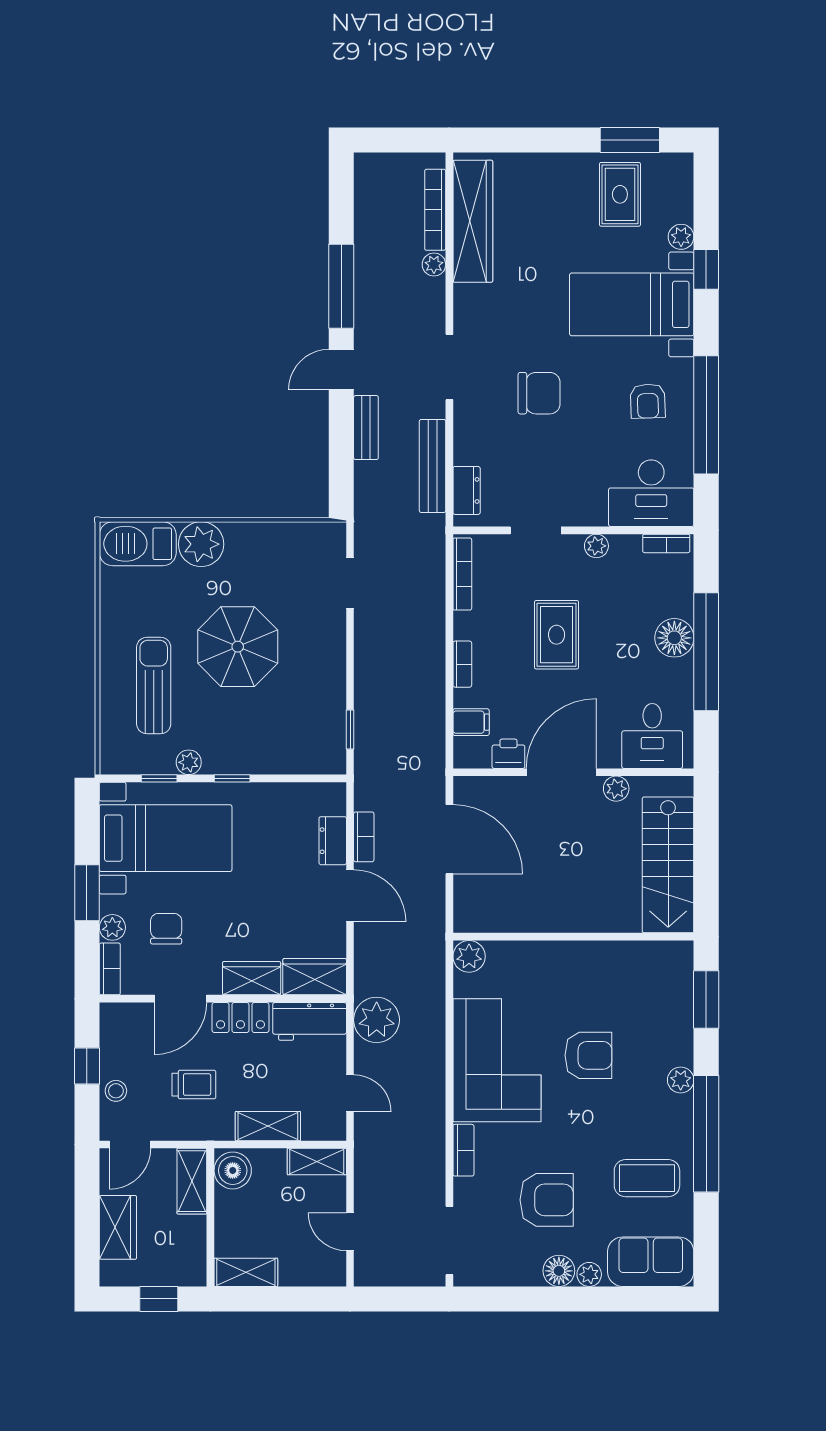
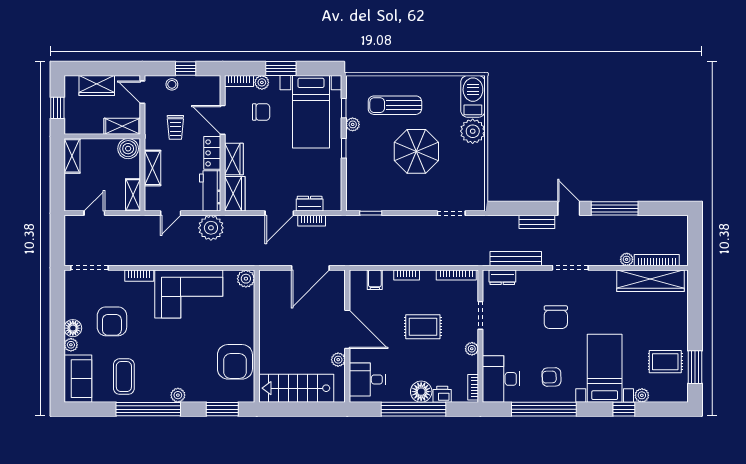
sun lounger: (154, 686) -> (395, 105), turned 180
printer: (508, 754) -> (442, 394), moved, turned -90
armchair: (588, 1055) -> (235, 362), moved, width x1.36, depth x1.36

